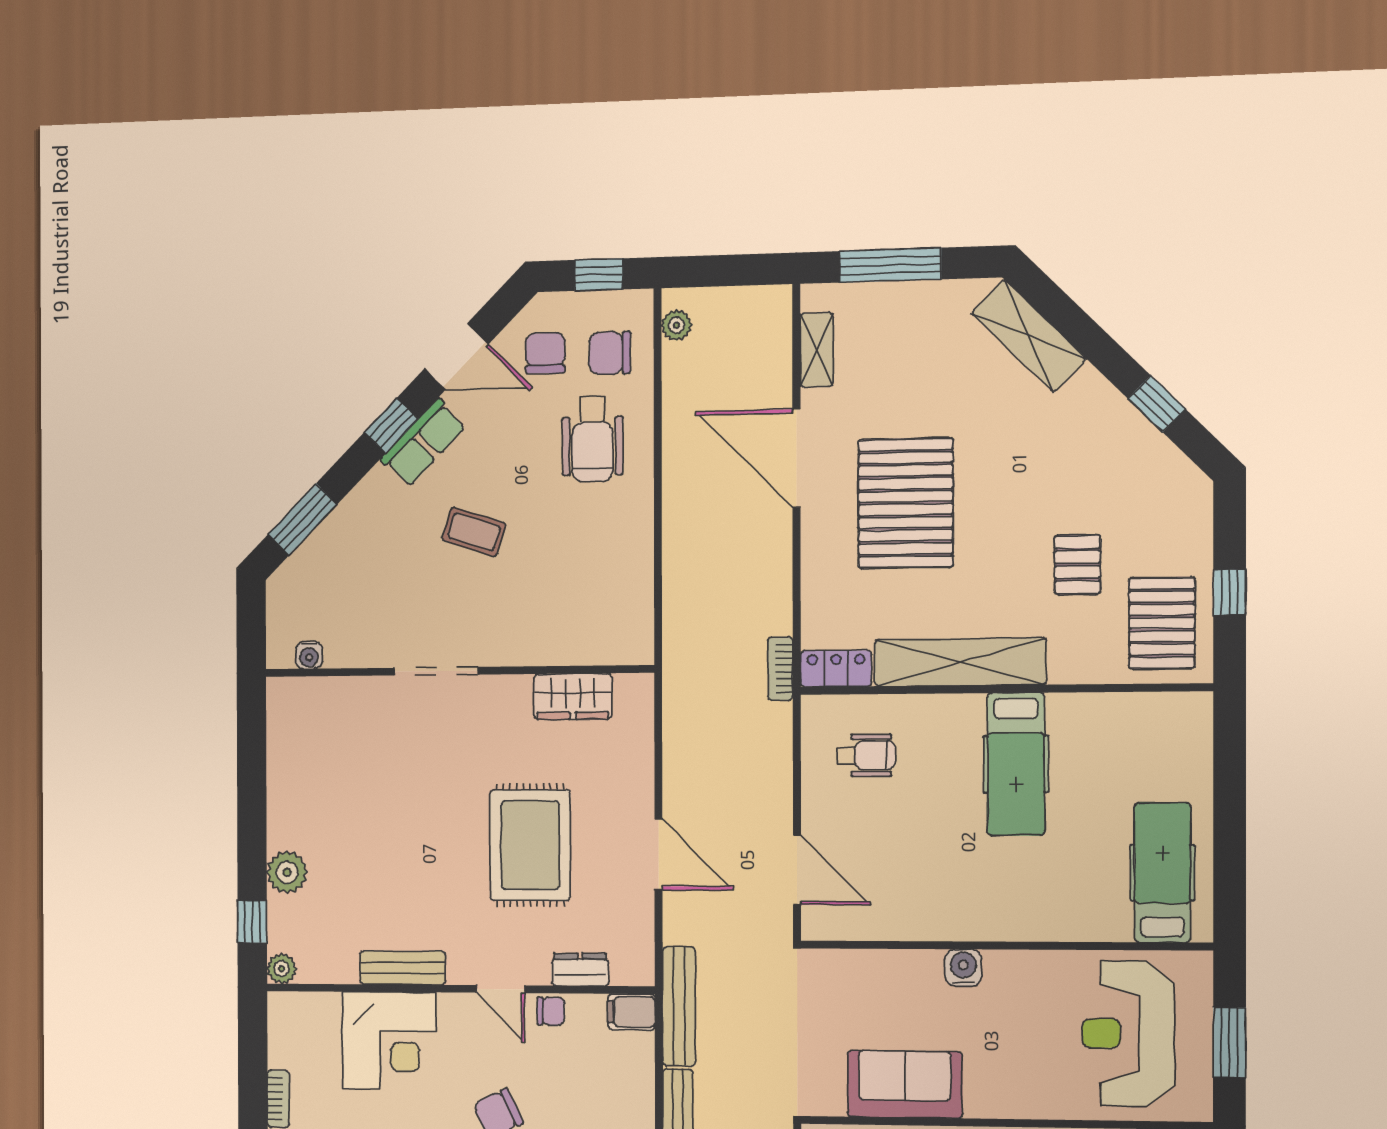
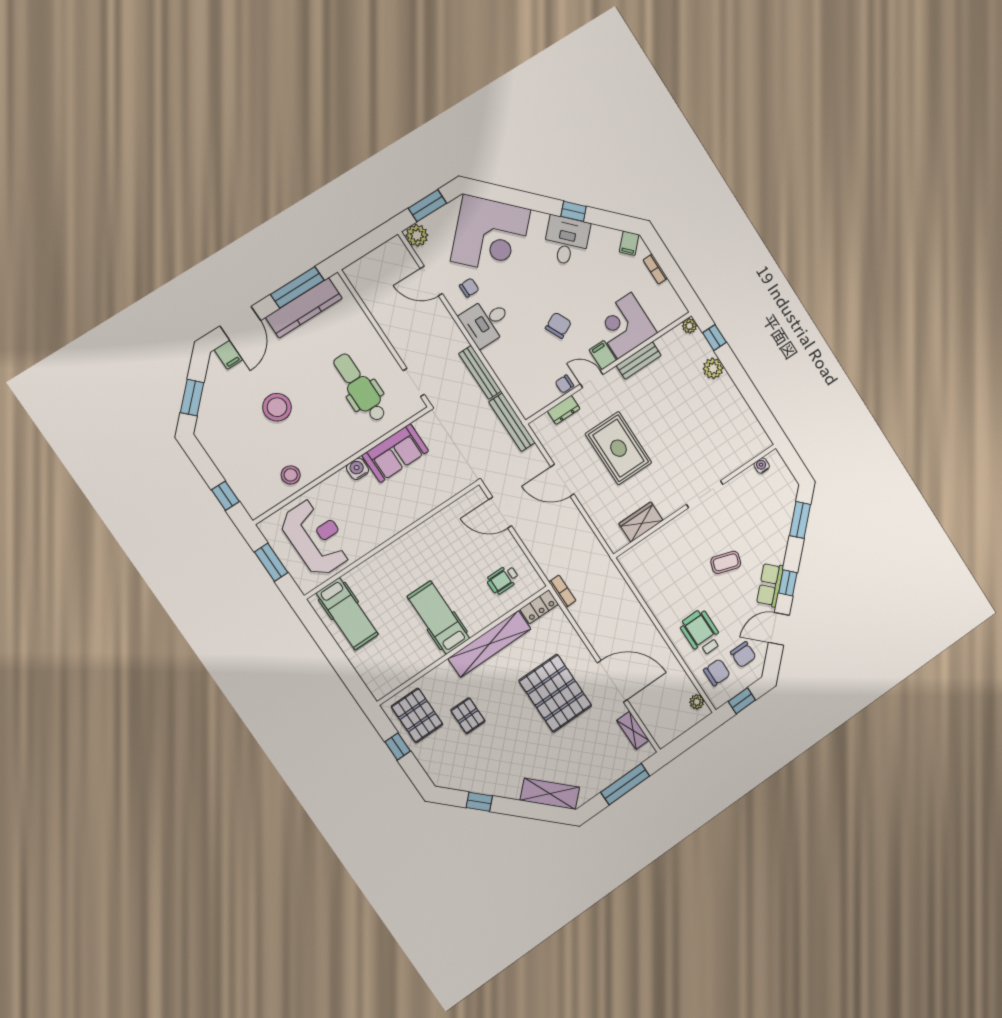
water cooler: (963, 968) -> (357, 469), moved, turned 180
filing cabinet: (631, 1012) -> (603, 355), moved, turned -90

